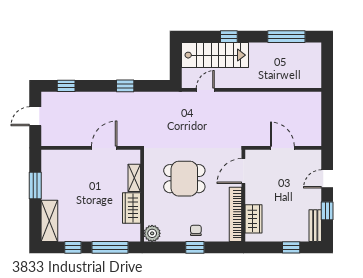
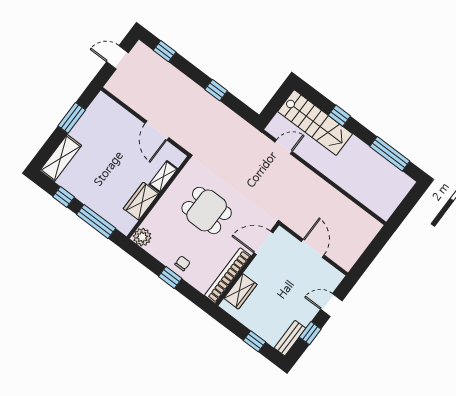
door: (104, 148) -> (157, 130), swing flipped

